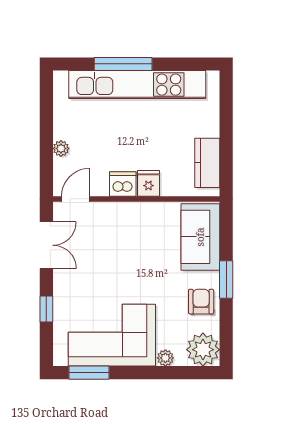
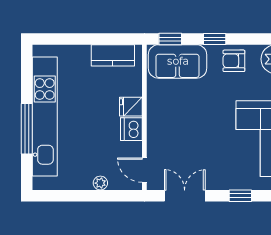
window: (226, 229) -> (170, 39), added
window: (226, 279) -> (215, 39), width x0.67

